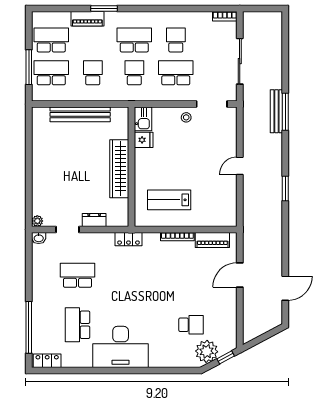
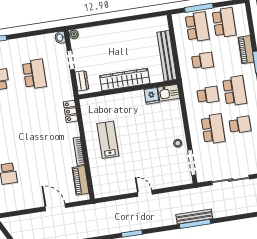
kitchen sink: (143, 119) -> (169, 93), moved
fridge: (144, 140) -> (152, 96), moved
wall: (131, 167) -> (128, 89), moved
wardrobe: (119, 169) -> (125, 80), moved

